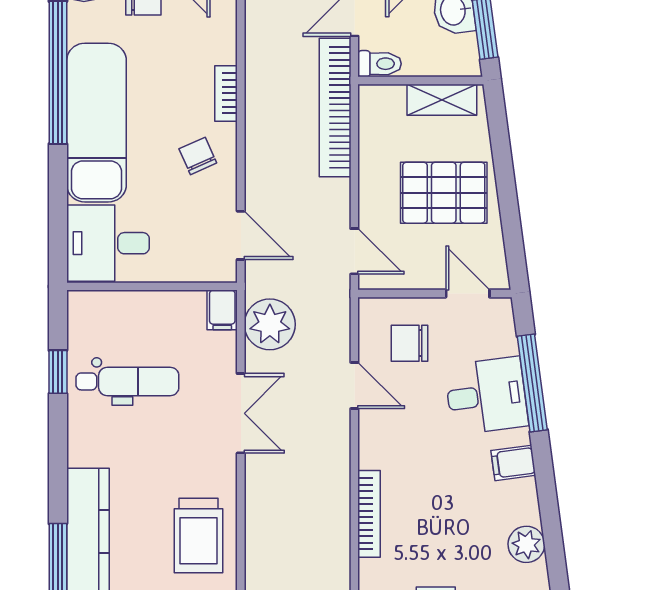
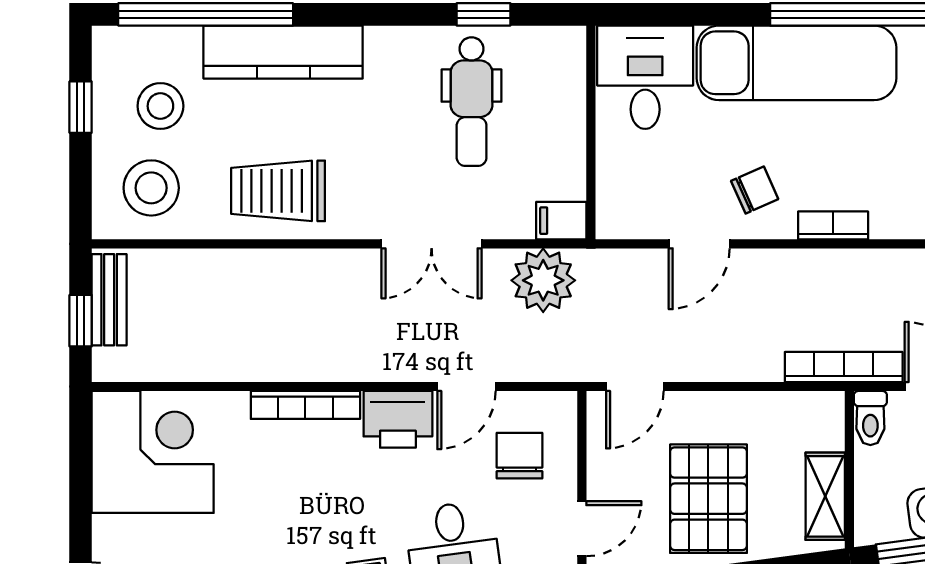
bookcase: (335, 107) -> (844, 367), width x0.68, depth x0.76
door: (241, 235) -> (699, 244), moved
printer: (381, 440) -> (398, 419), added

